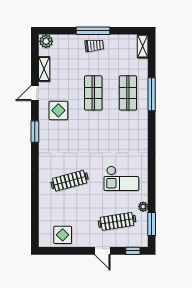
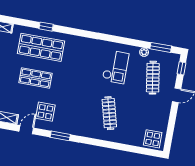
door: (35, 93) -> (26, 130), swing flipped
shop shelf: (128, 93) -> (41, 47), width x1.43, depth x1.36
window: (152, 94) -> (46, 27), width x0.46
display table: (63, 235) -> (153, 139), moved

